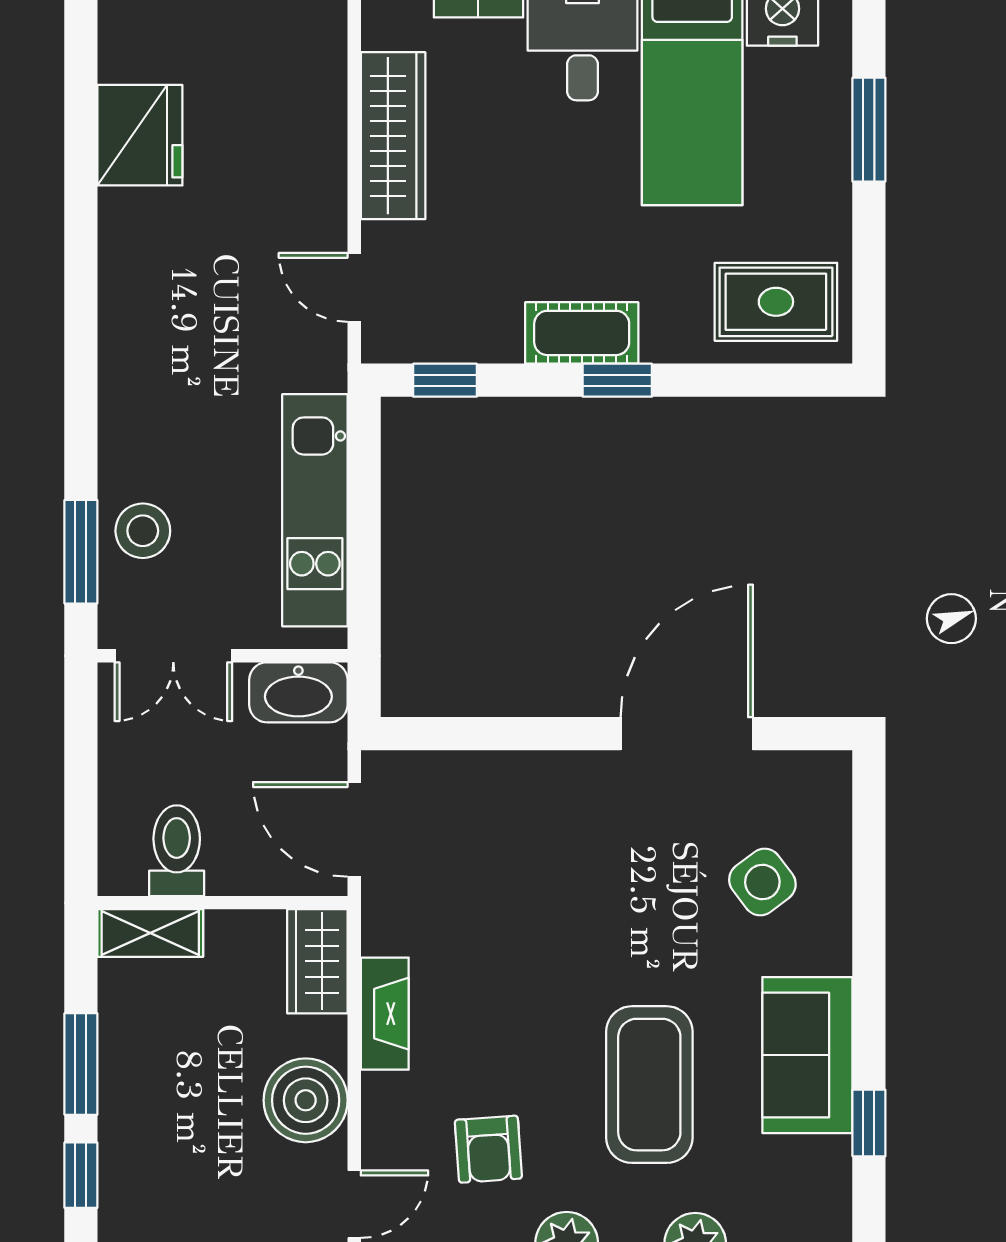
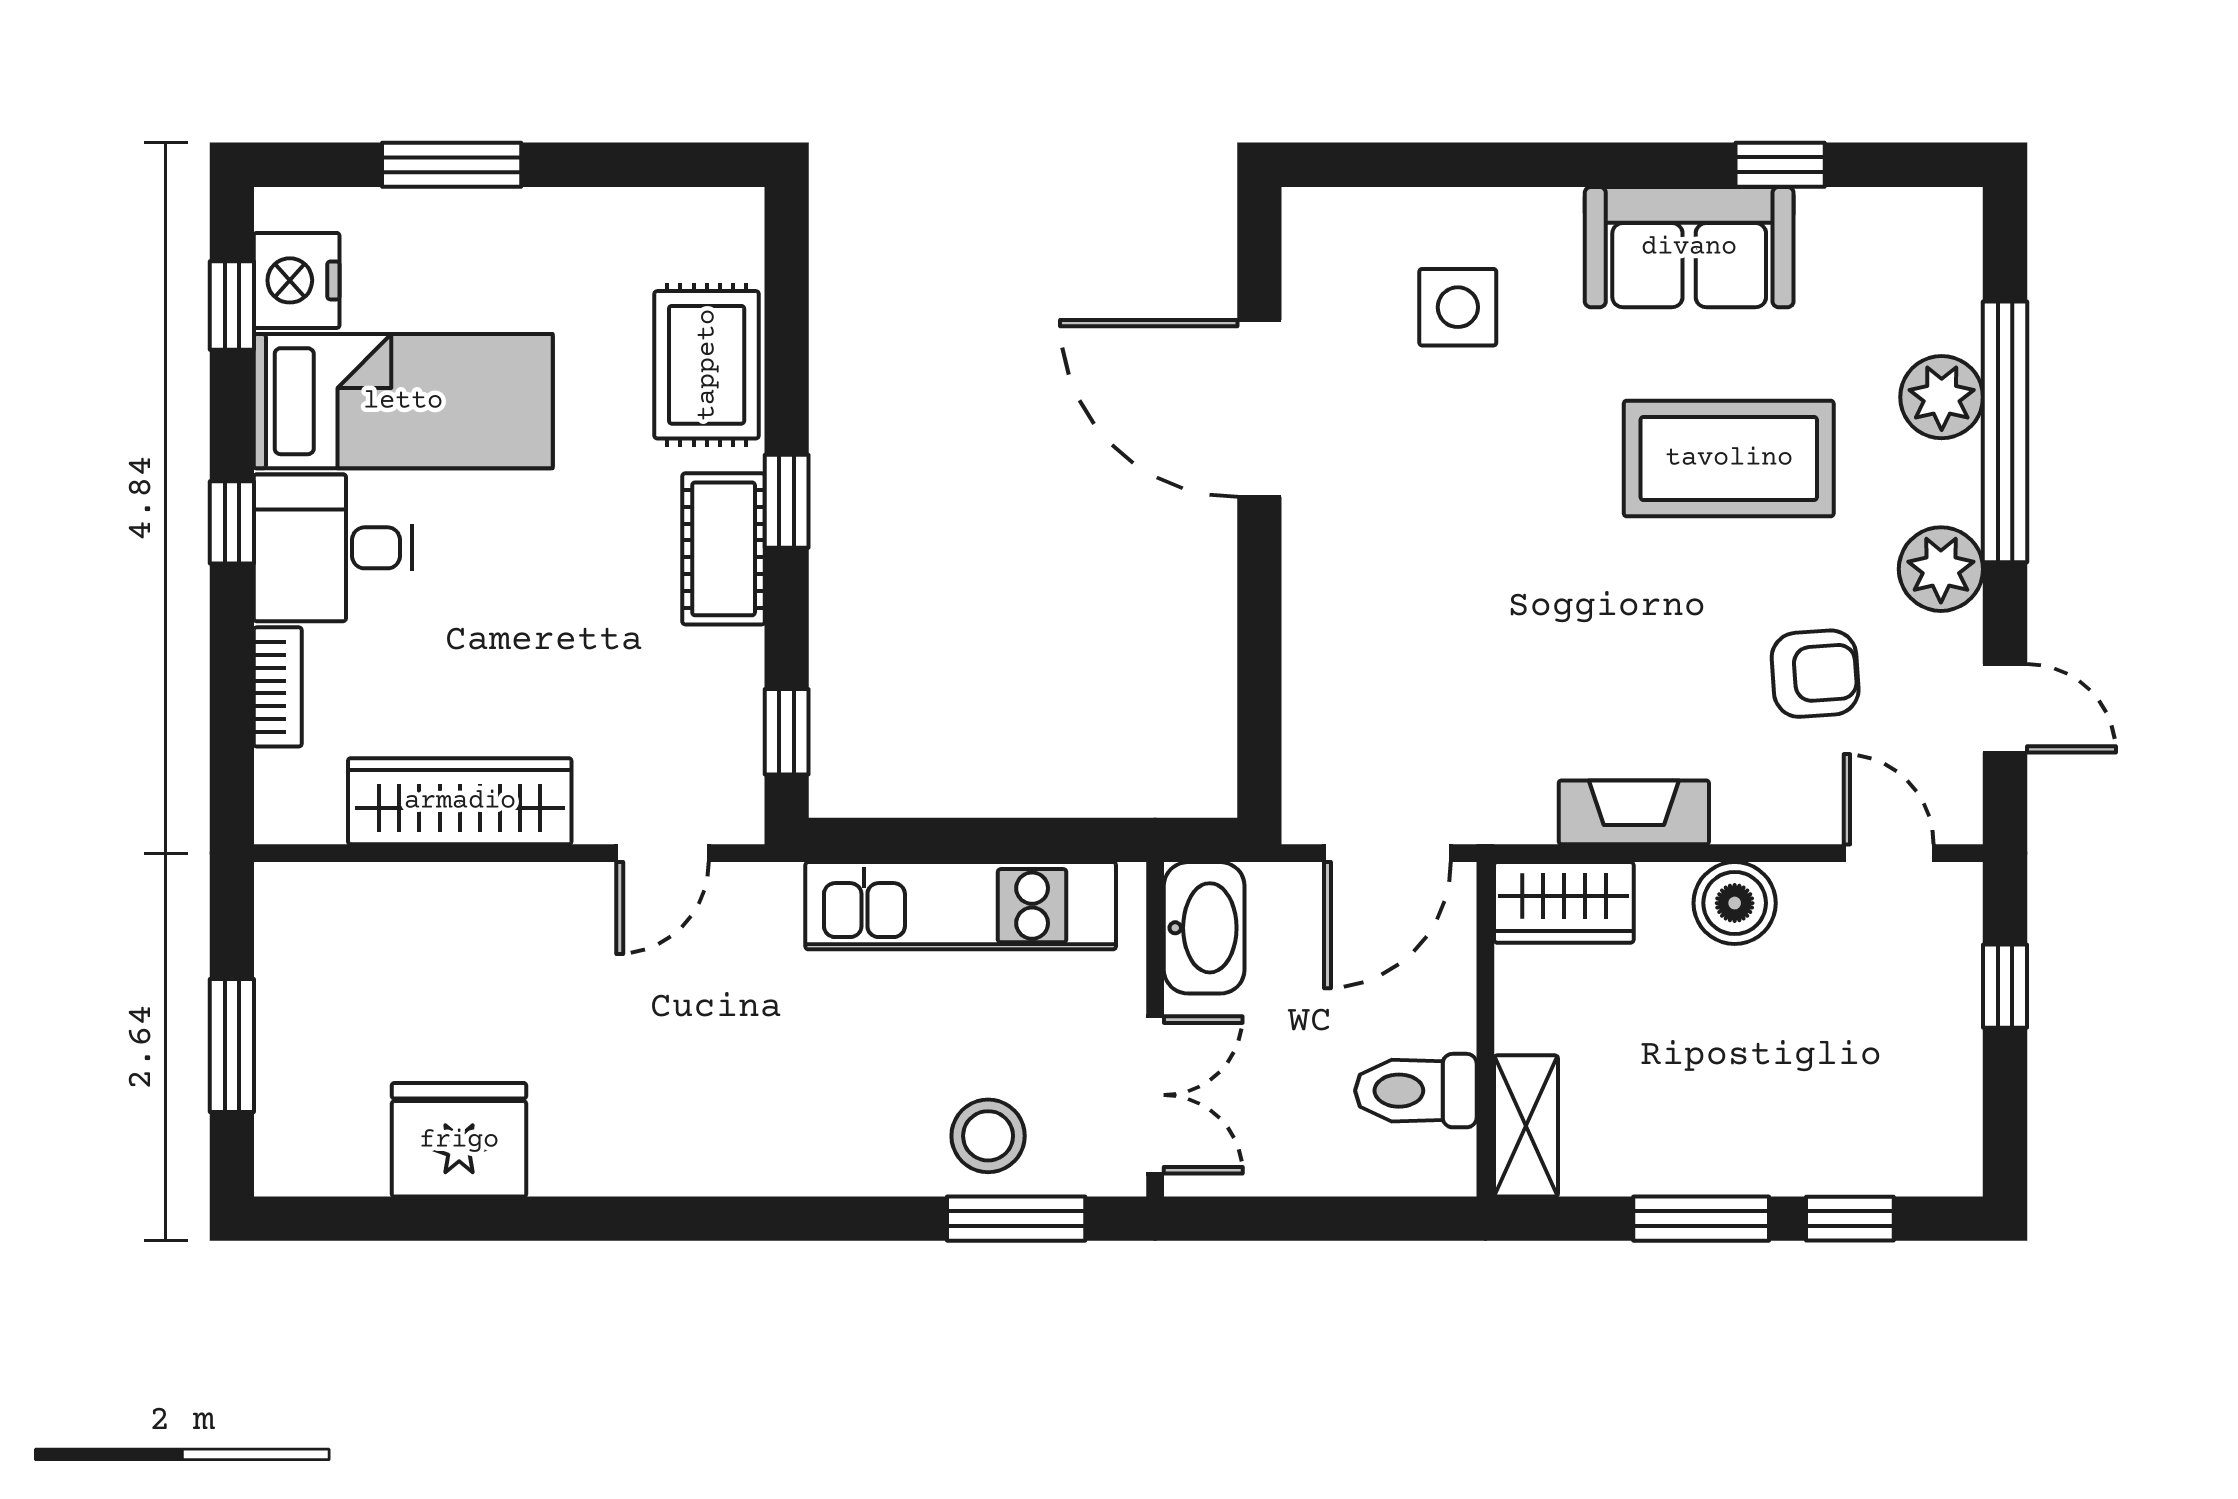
rug: (776, 302) -> (707, 365), moved
side table: (762, 882) -> (1458, 307), turned 37
boiler: (306, 1100) -> (1735, 903), width x0.73, depth x0.73

